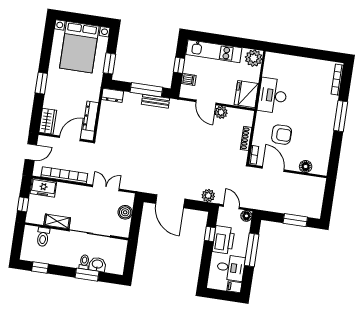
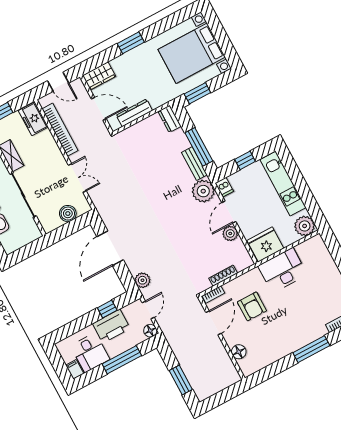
dishwasher: (189, 79) -> (224, 187), moved
plant: (179, 109) -> (203, 191), added

